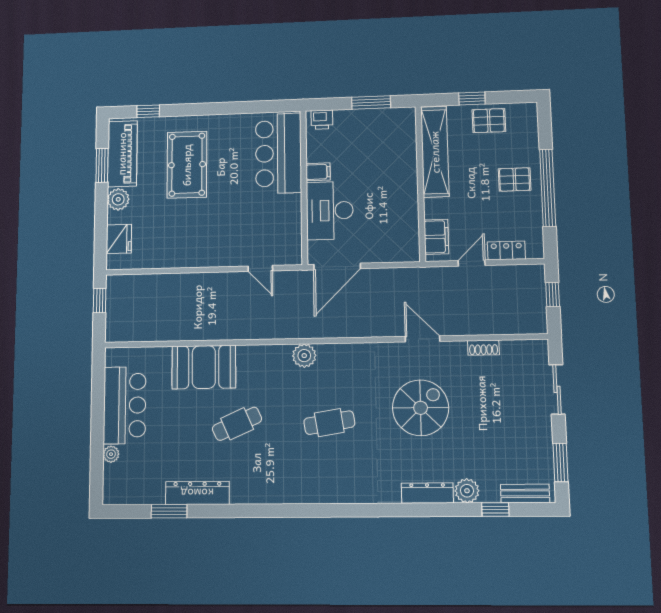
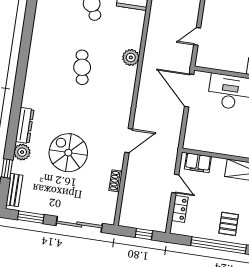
sliding door: (557, 389) -> (79, 224), width x1.37
spiral stairs: (421, 408) -> (68, 153), moved, turned 180

